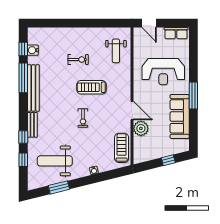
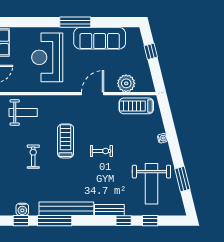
reception desk: (163, 72) -> (47, 57), turned 180
treadmill: (92, 87) -> (66, 141), turned 180
plant: (141, 128) -> (126, 83), moved

